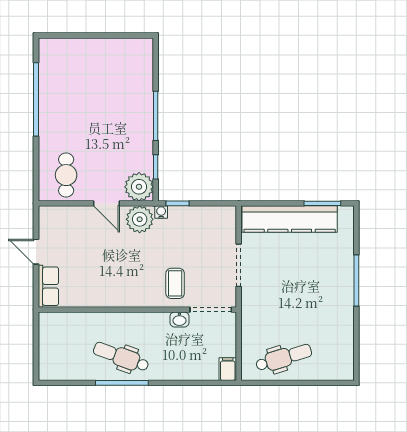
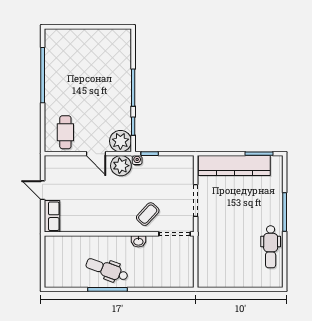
coffee table: (175, 283) -> (148, 214), turned 43
washbasin: (179, 319) -> (138, 241), moved
dental chair: (284, 358) -> (271, 247), moved, turned 107
filing cabinet: (228, 369) -> (187, 279), removed

